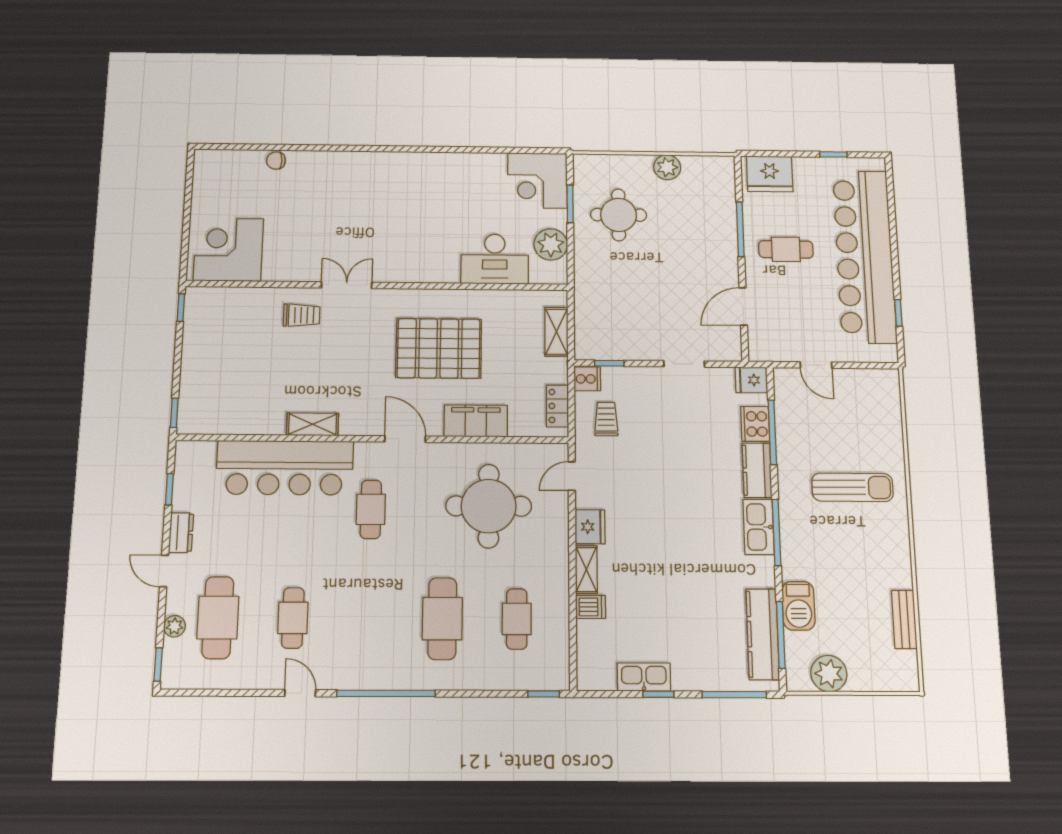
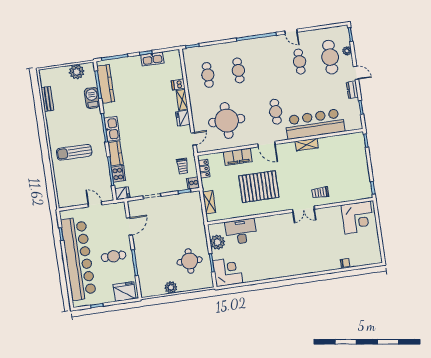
cafe table: (442, 619) -> (238, 70), width x0.73, depth x0.74

